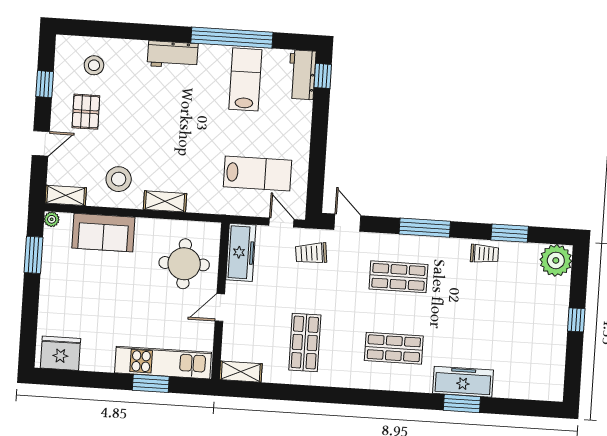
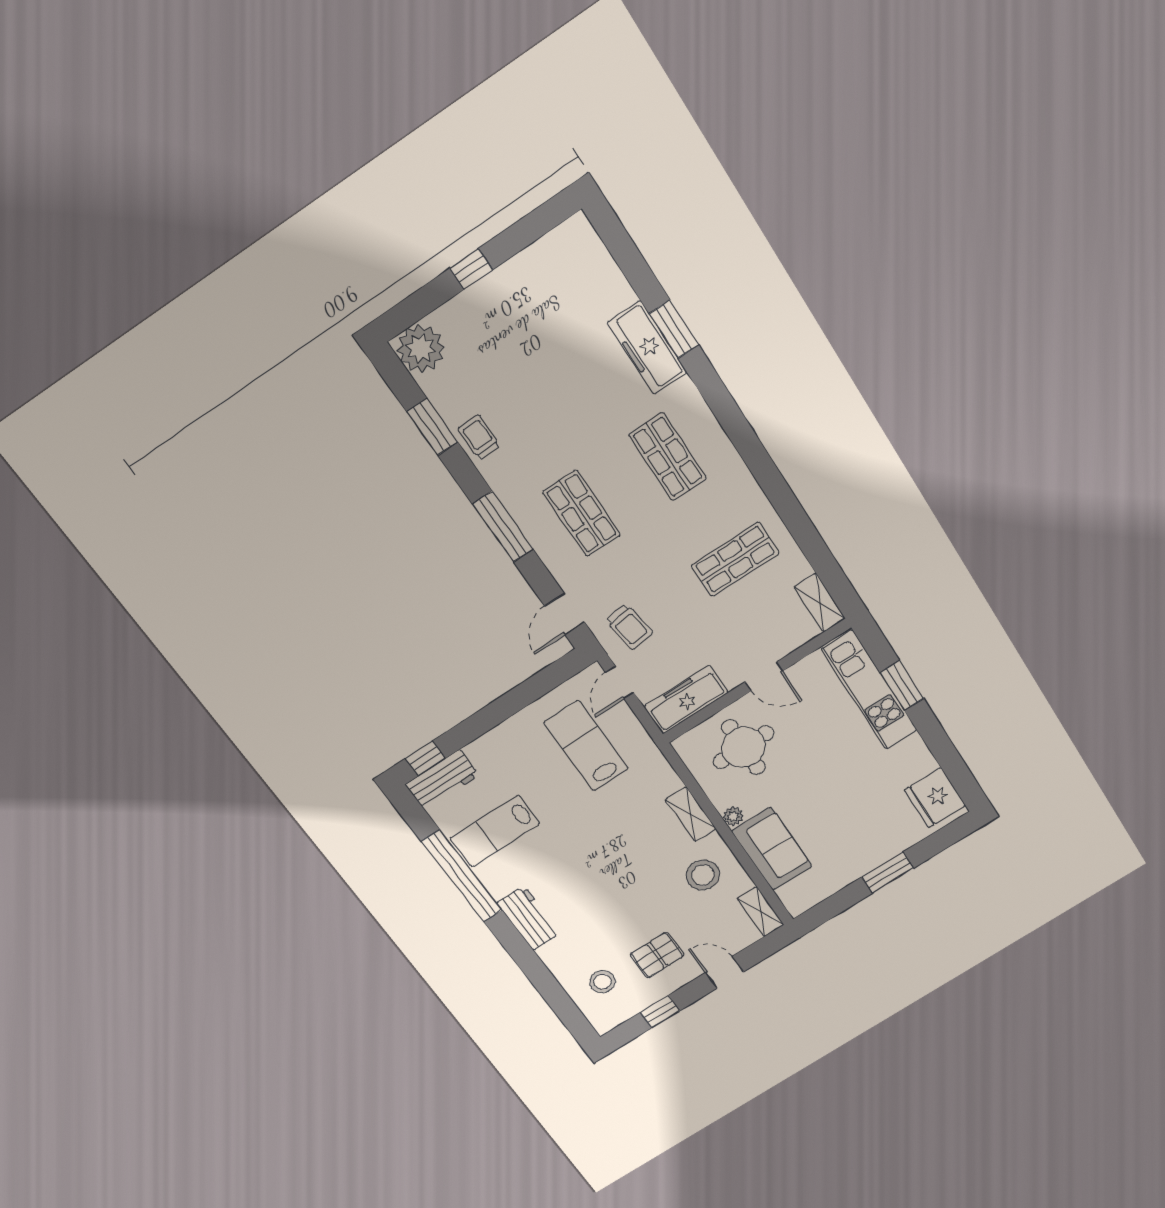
plant: (52, 219) -> (733, 816), moved
window: (34, 255) -> (888, 873), moved

